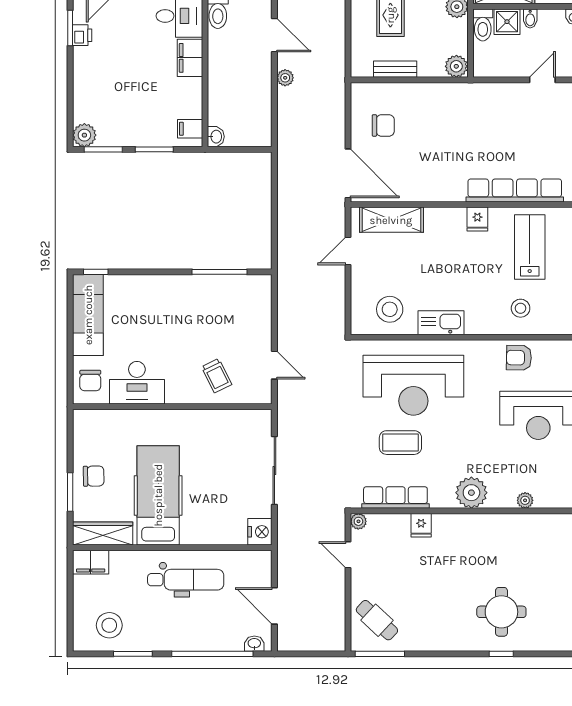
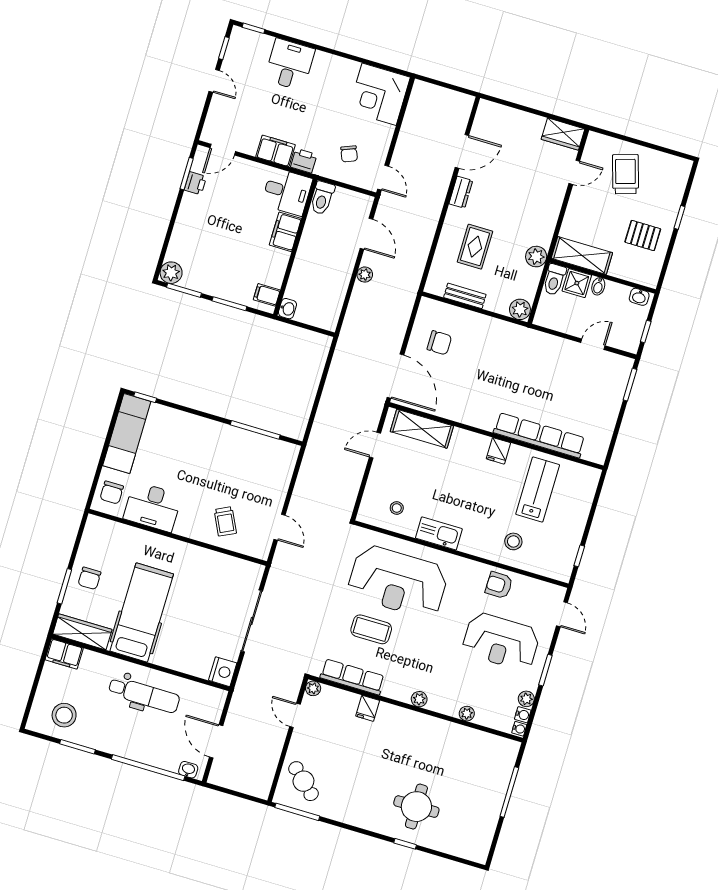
stool: (390, 309) -> (397, 508), width x0.53, depth x0.53
chair: (94, 476) -> (89, 578), turned 91
plant: (471, 493) -> (419, 699), width x0.53, depth x0.53

